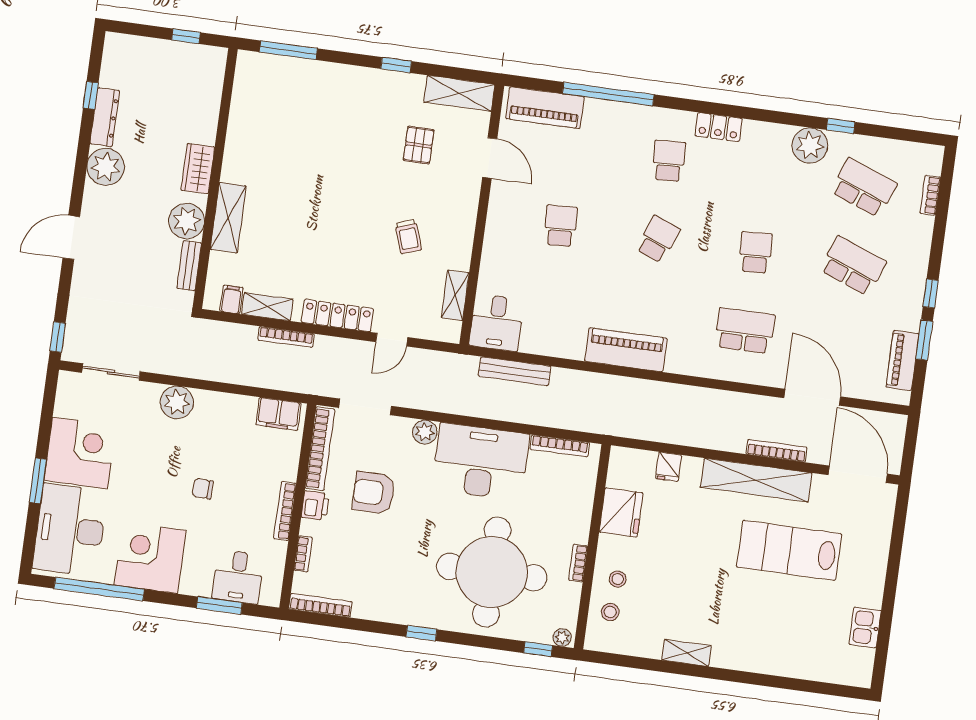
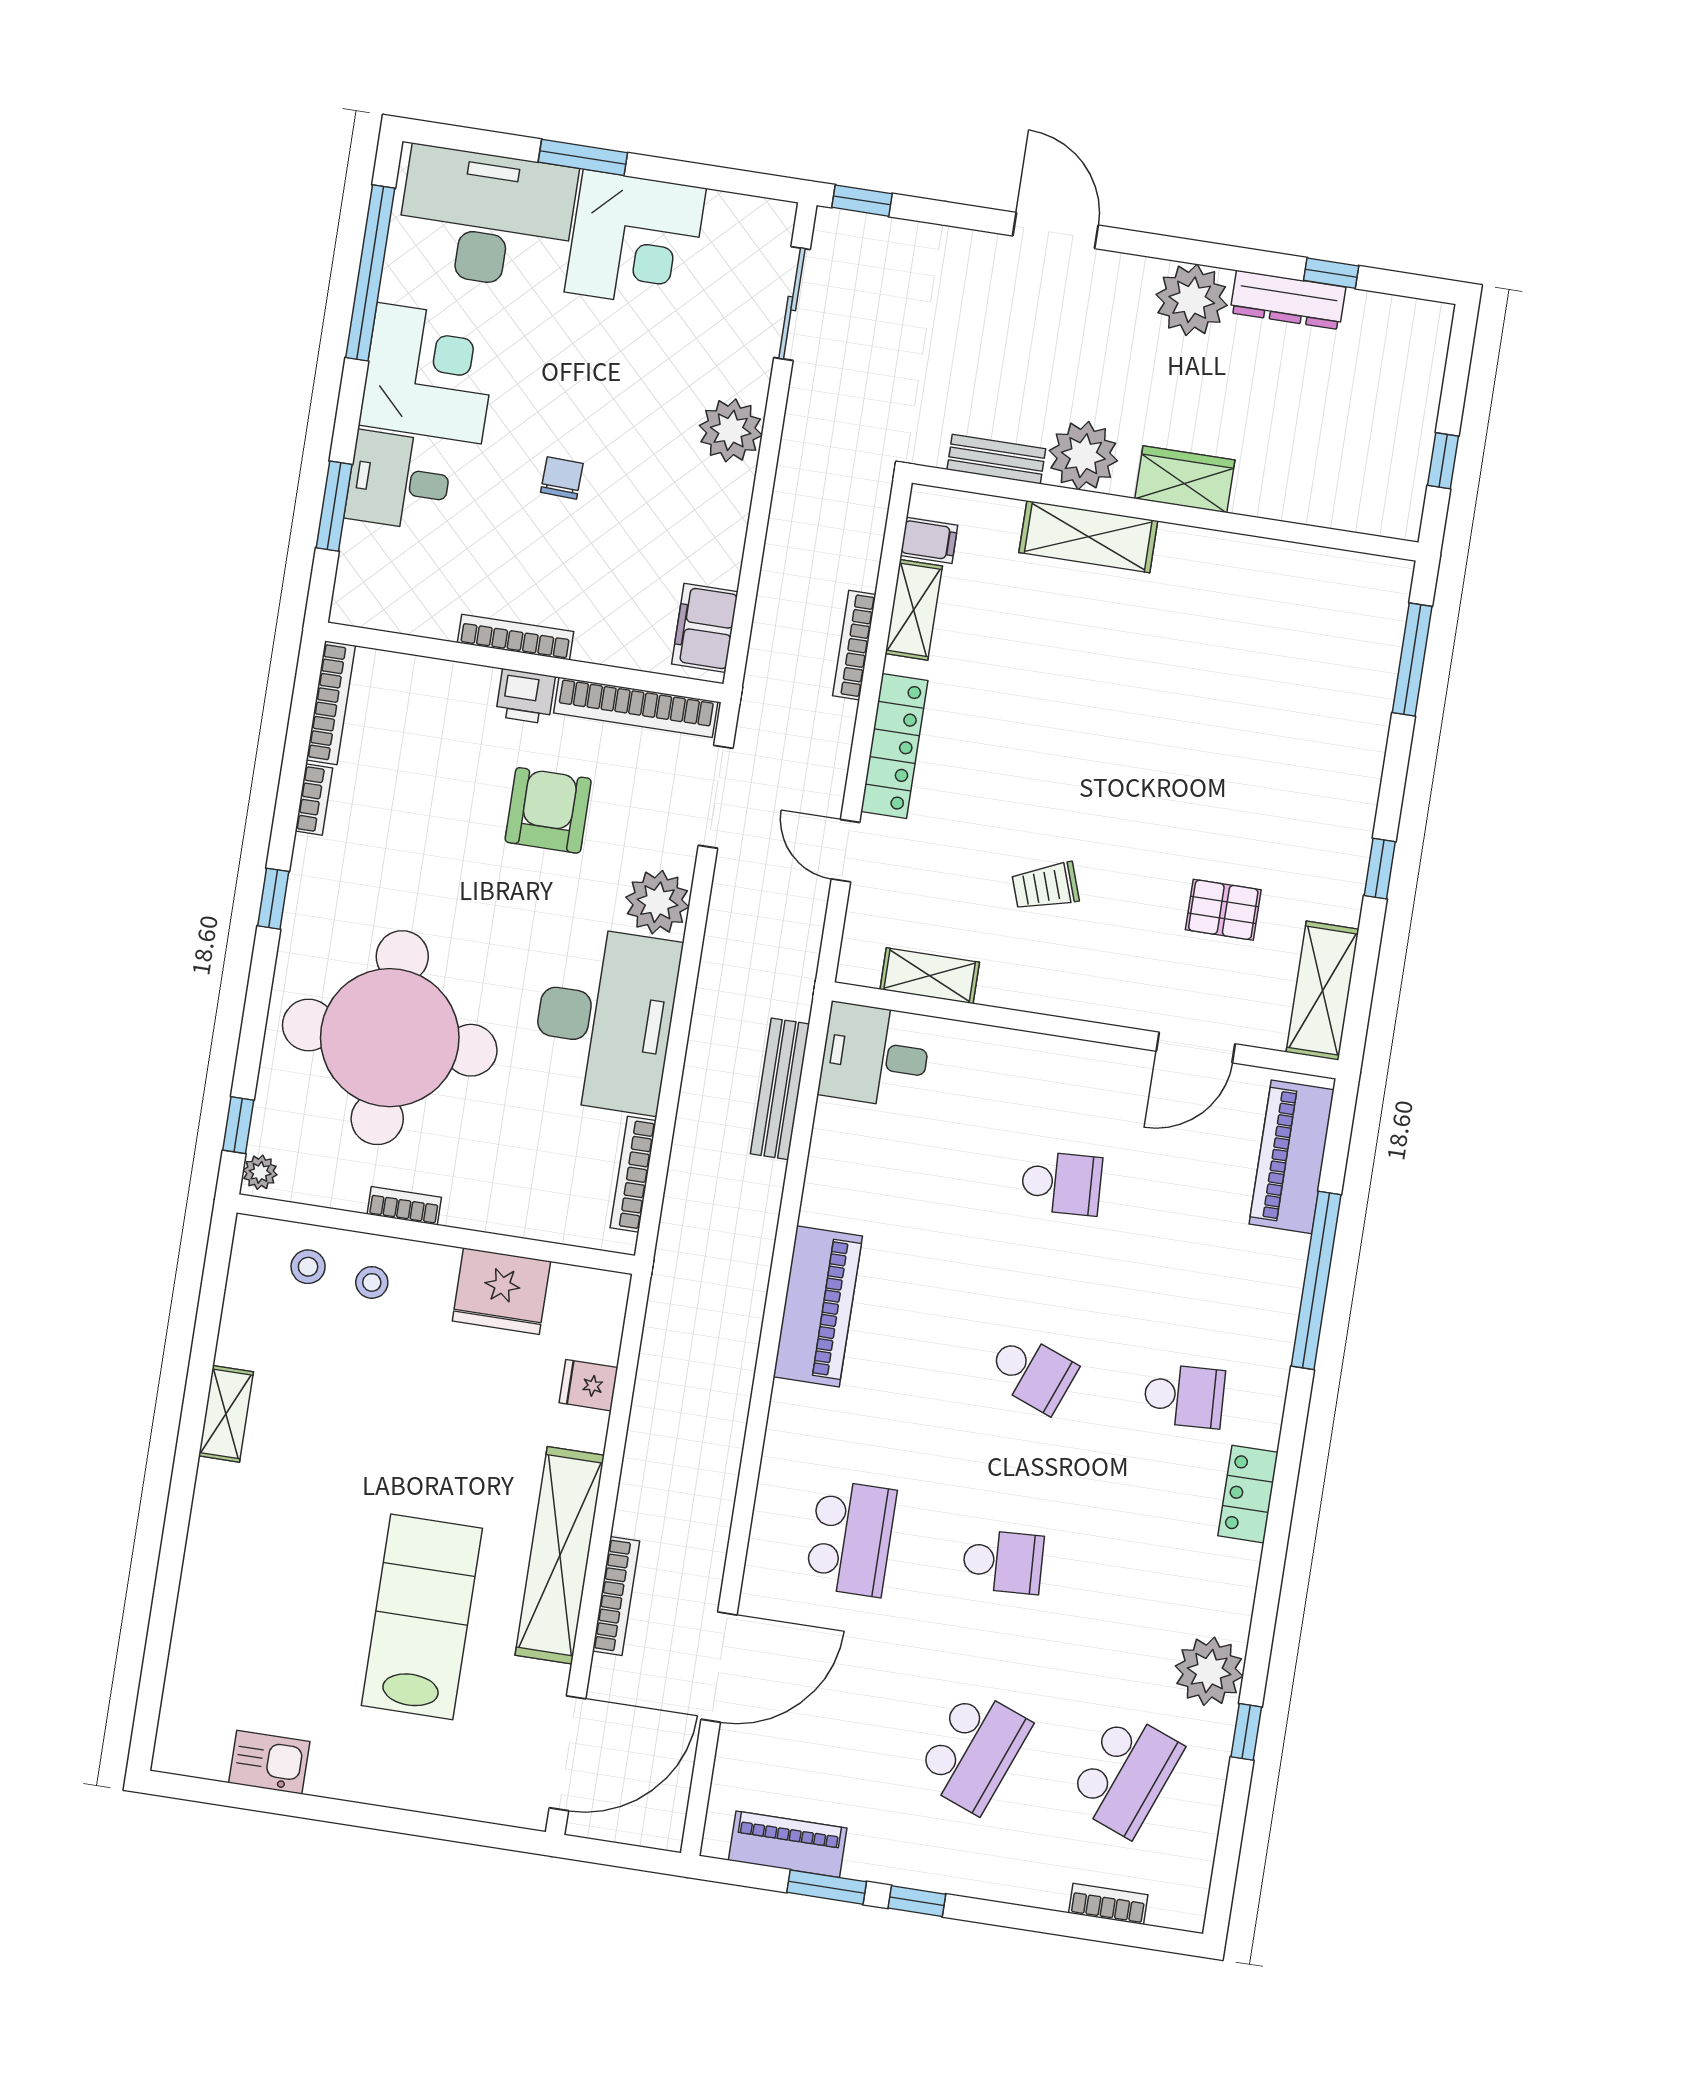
plant: (425, 432) -> (657, 902), width x1.36, depth x1.36
bookcase: (303, 554) -> (314, 800), moved, turned -90
desk: (238, 577) -> (399, 481), moved

